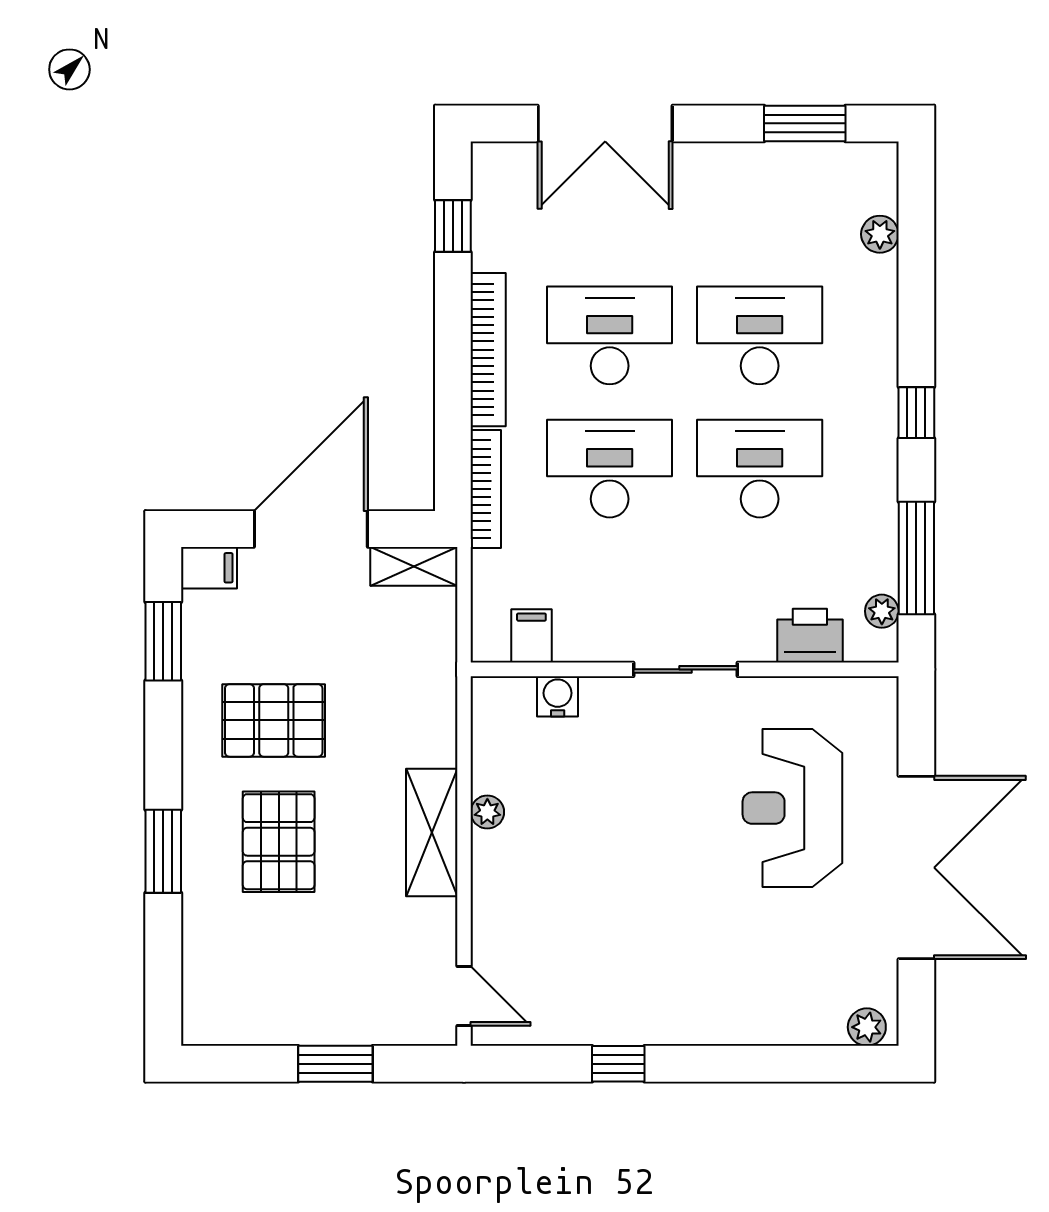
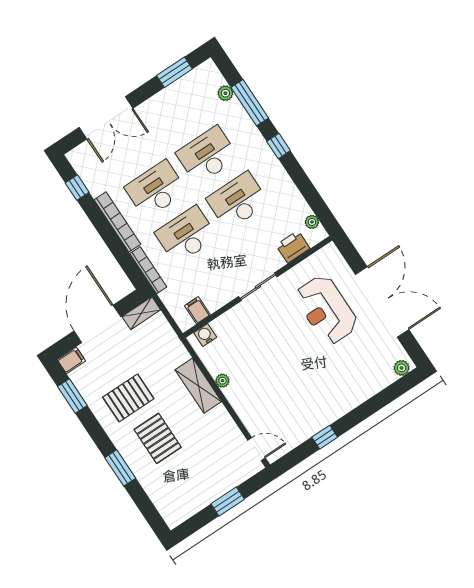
window: (916, 558) -> (250, 103), moved
water cooler: (558, 696) -> (205, 335), moved
shelving: (432, 833) -> (198, 386), moved

